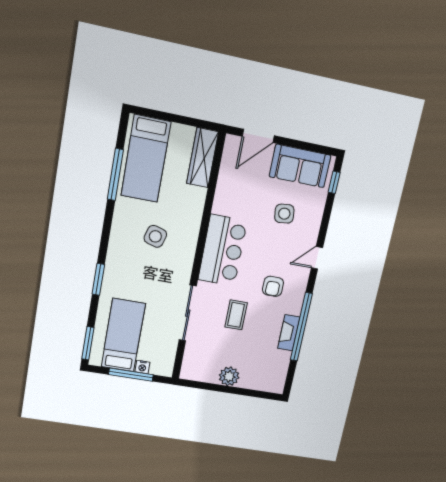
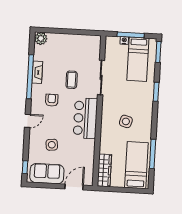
plant: (229, 376) -> (41, 38), moved

